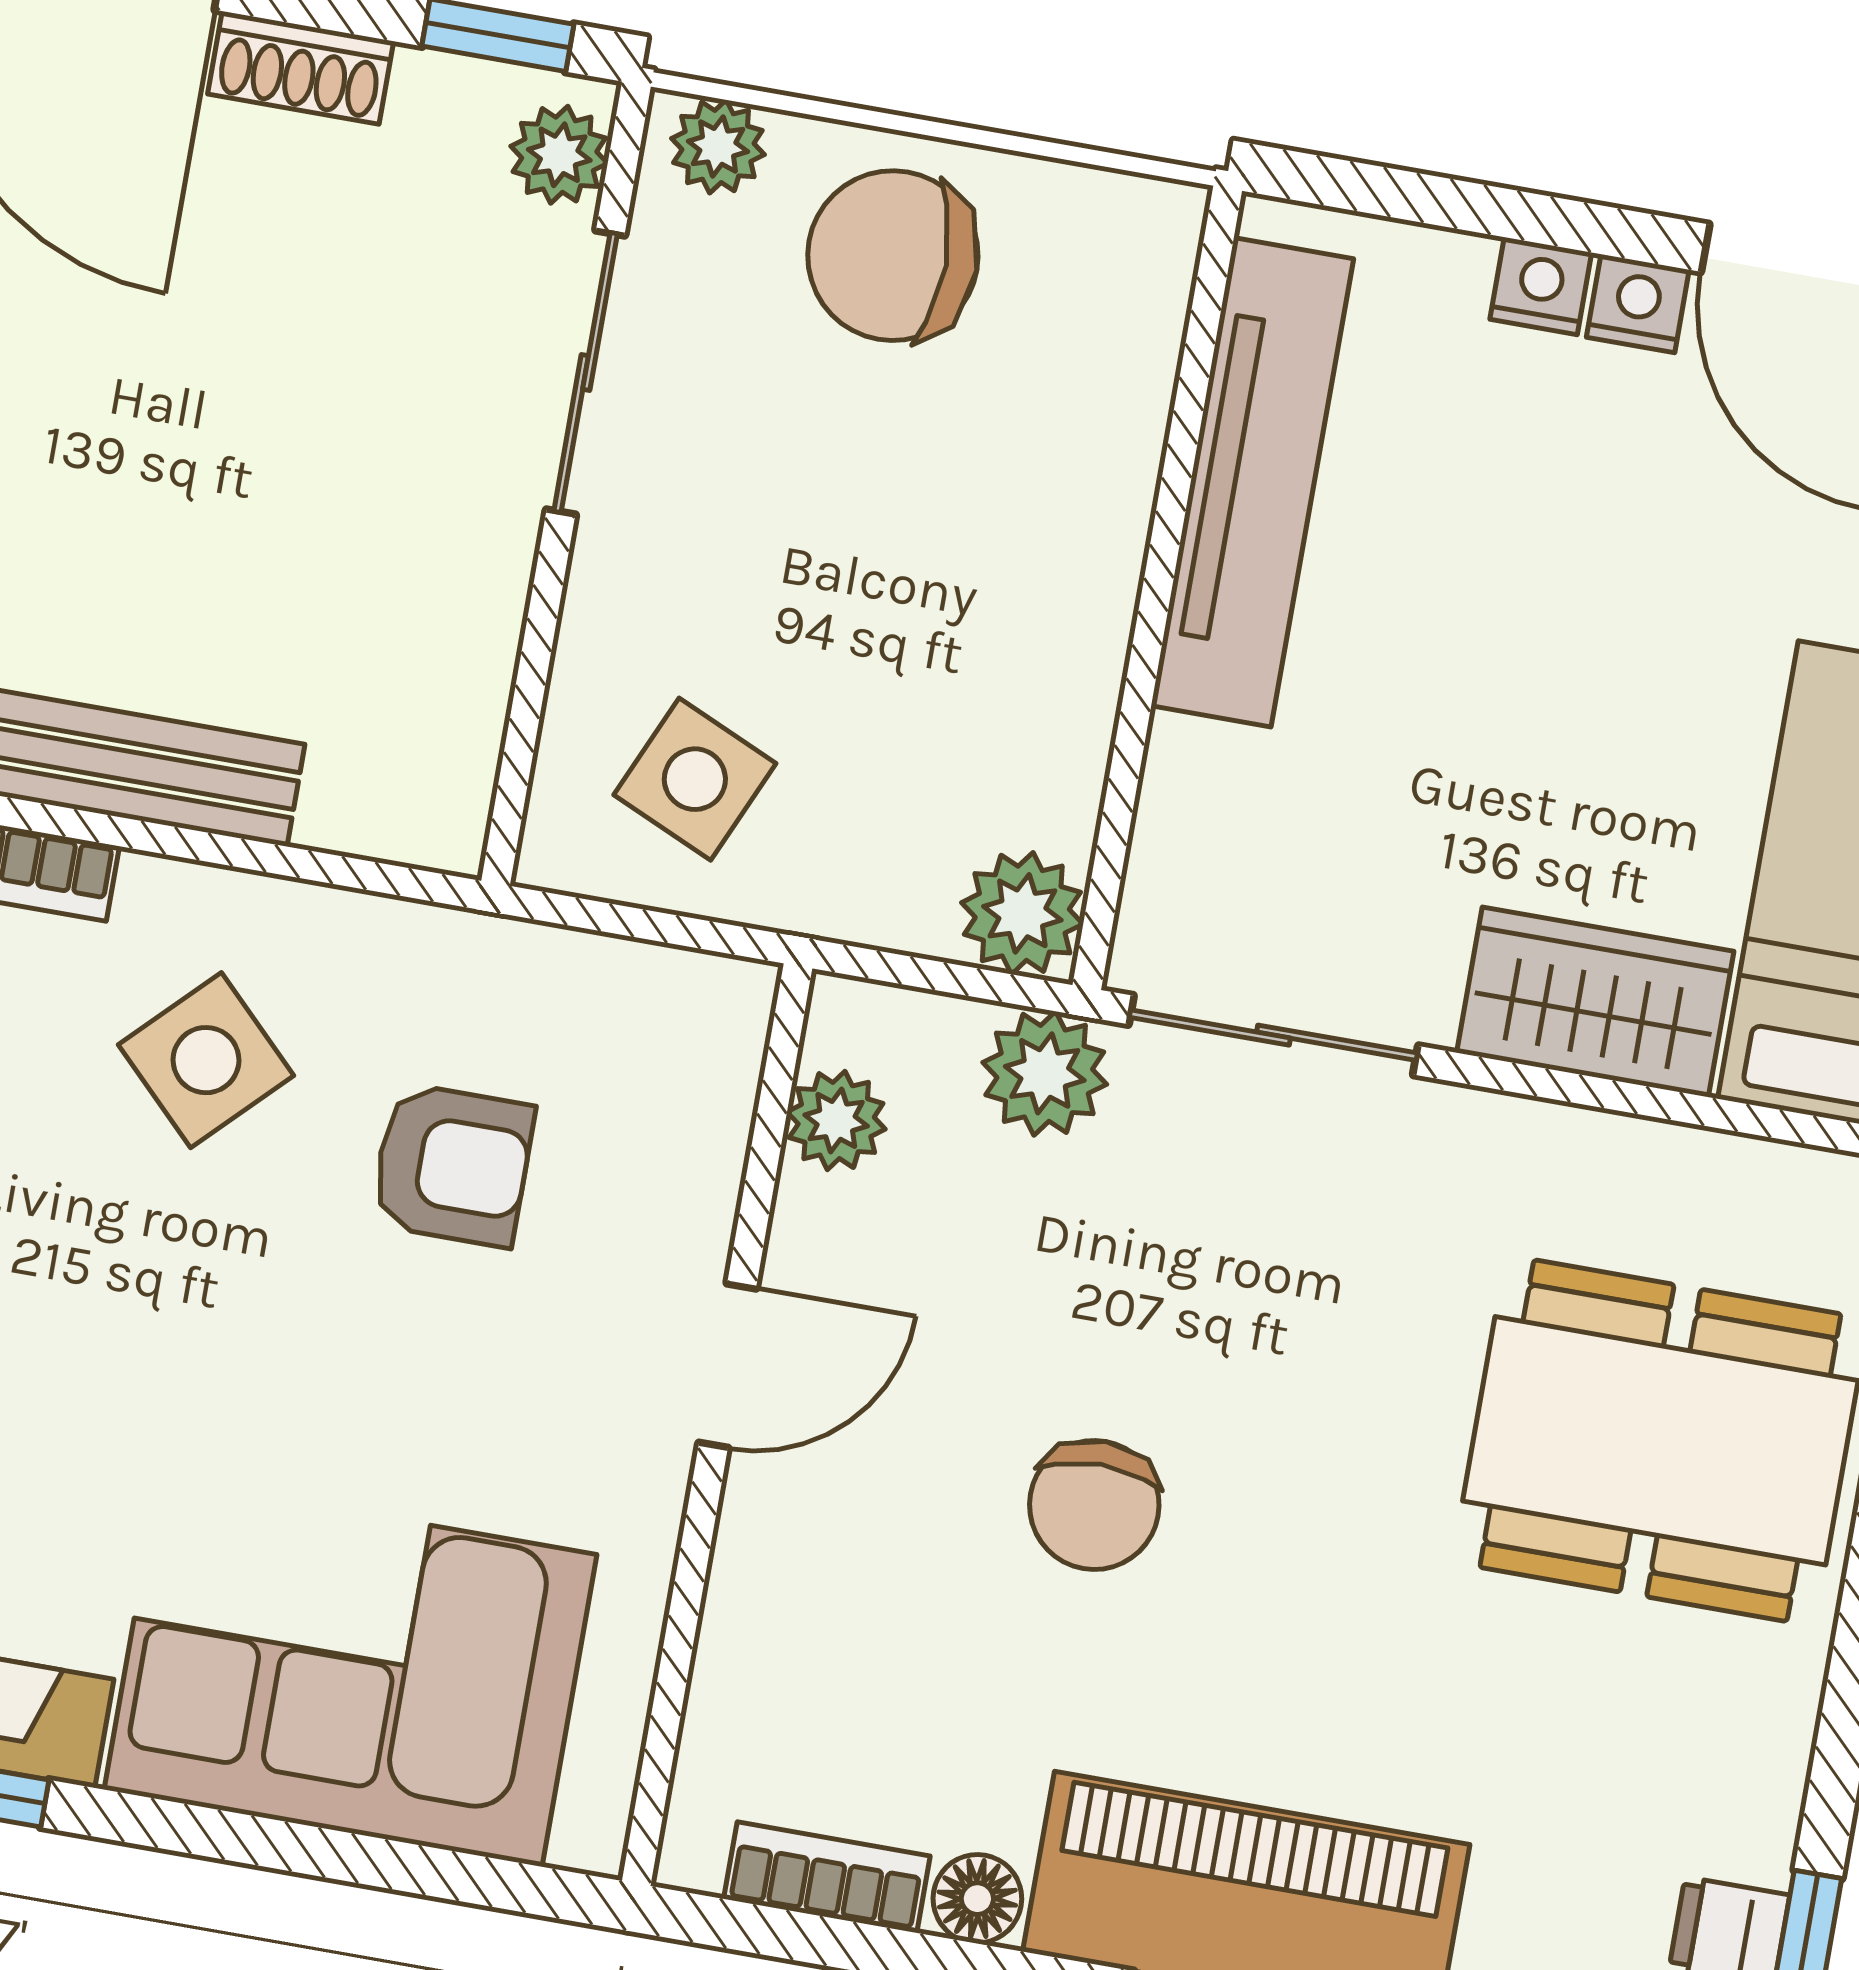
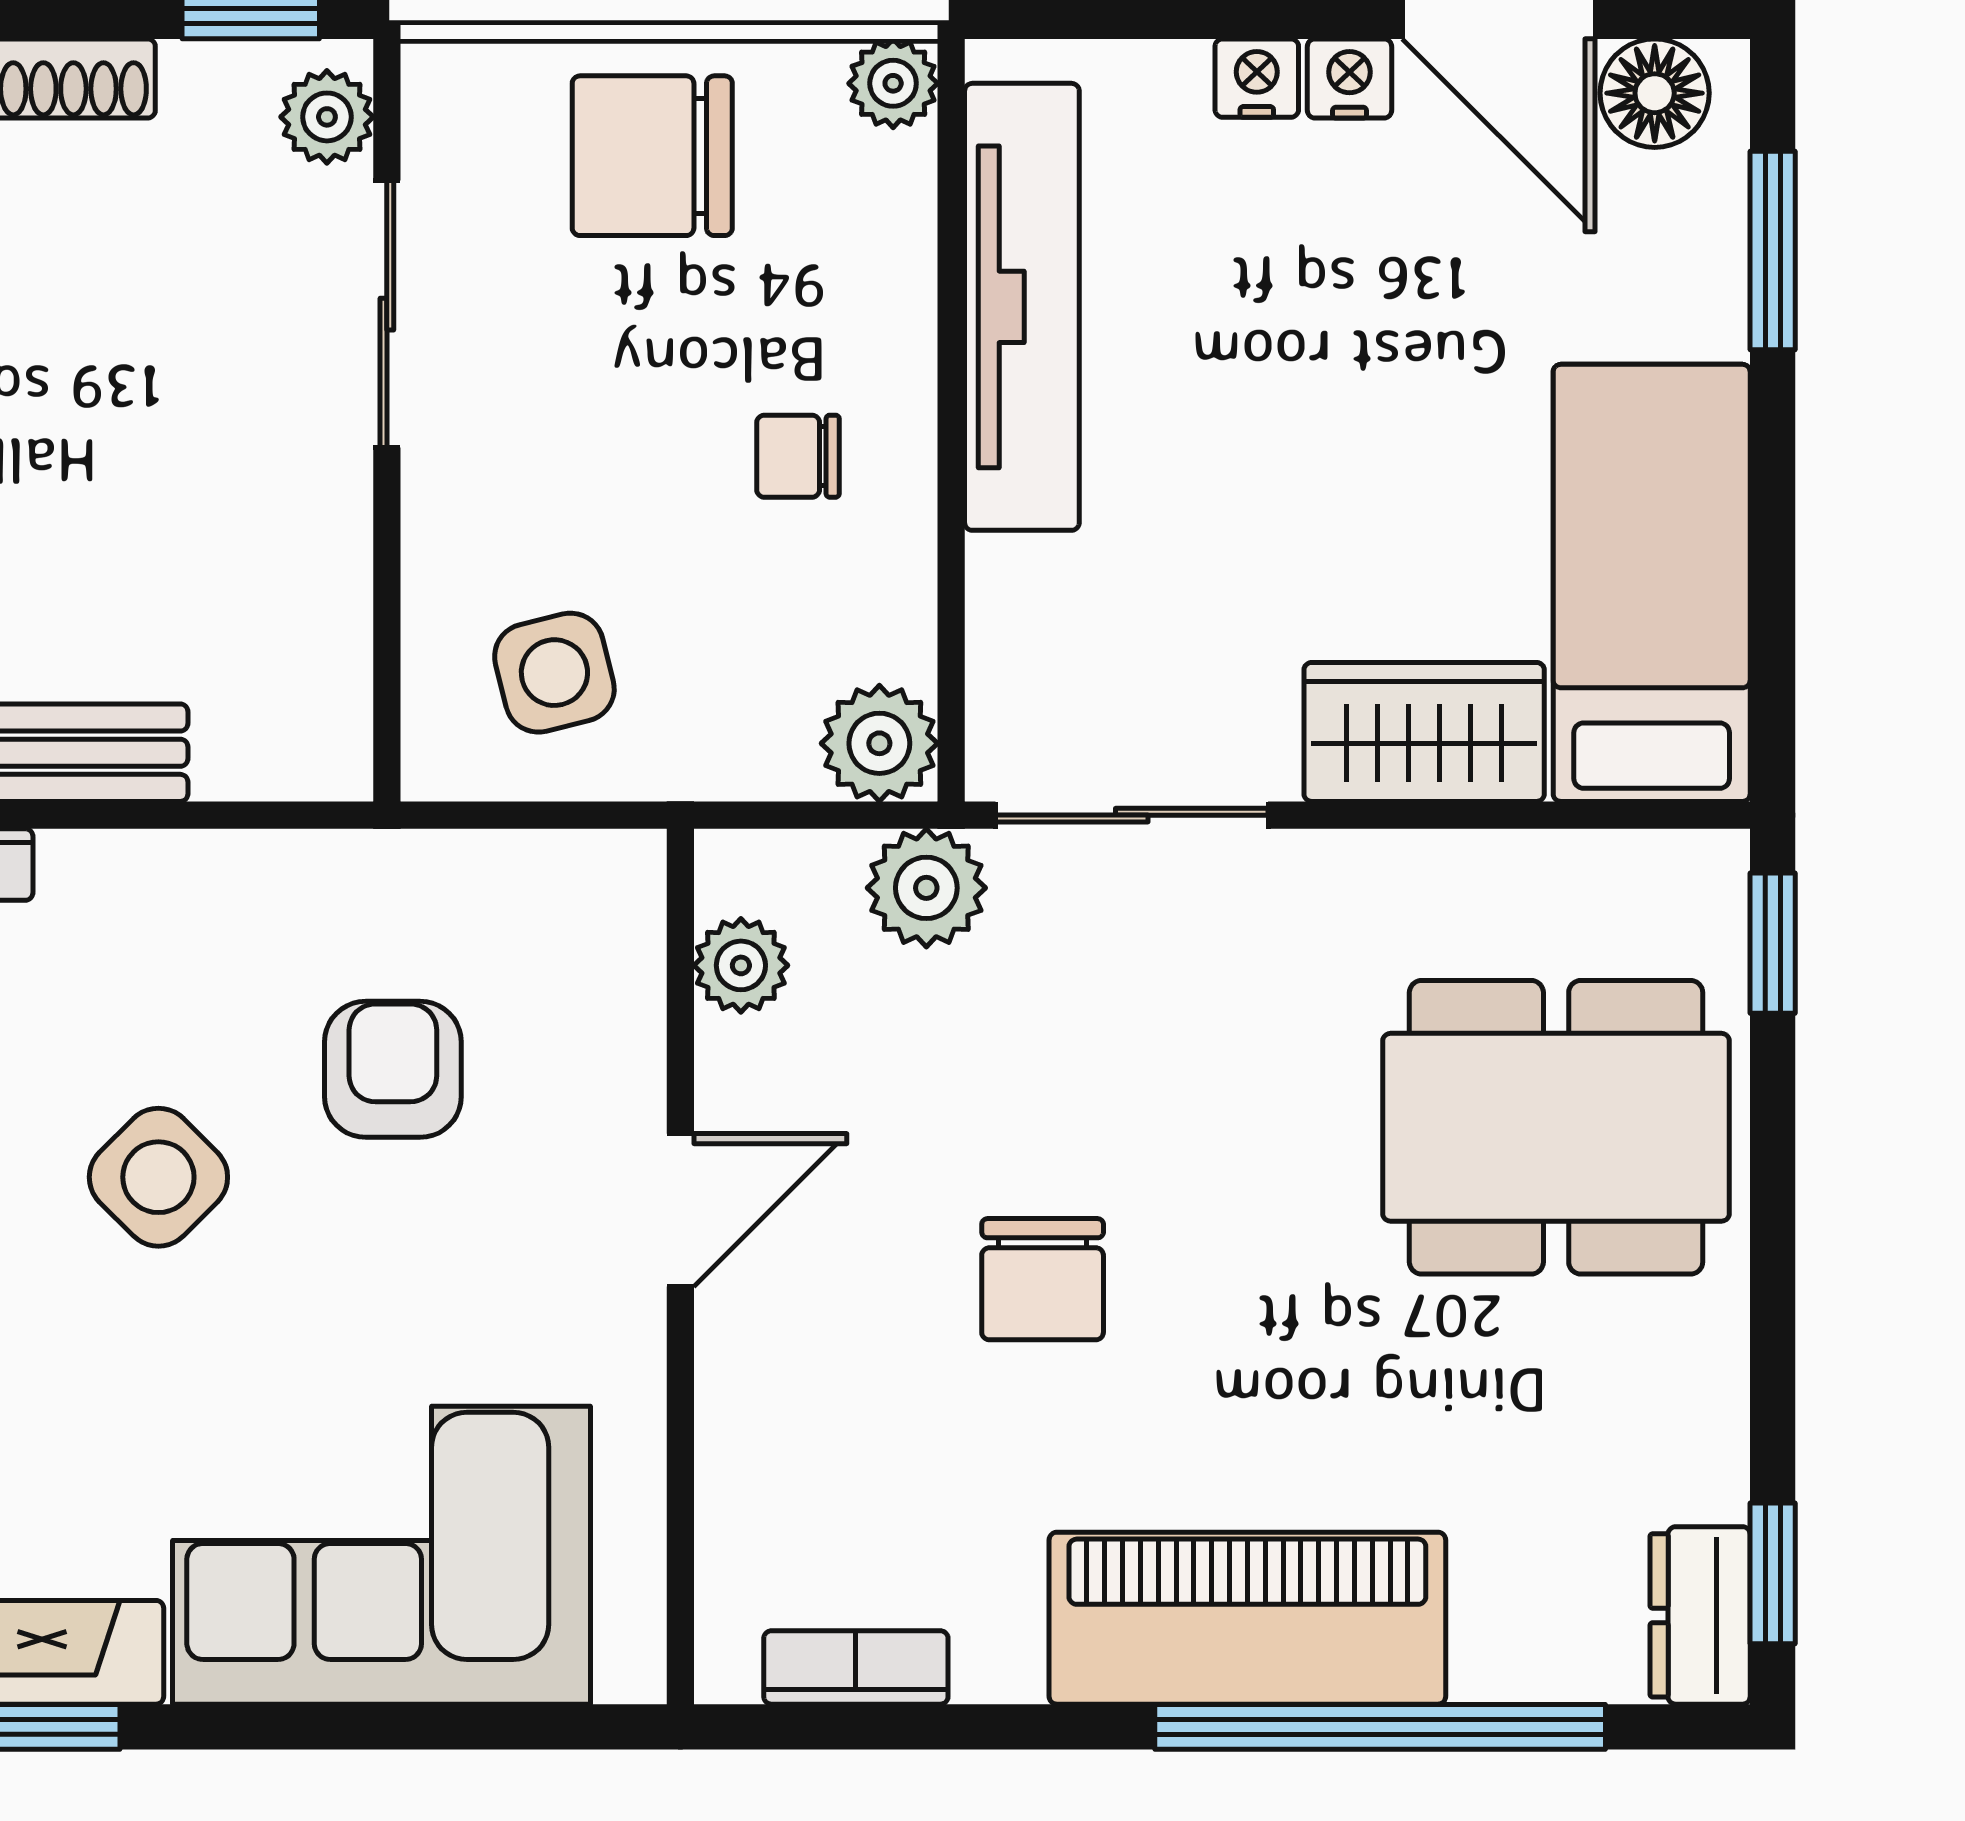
plant: (718, 146) -> (893, 83), moved
chair: (990, 597) -> (798, 456), added
side table: (695, 779) -> (554, 673), turned -38
side table: (206, 1060) -> (158, 1177), moved
armchair: (452, 1165) -> (393, 1069), turned -90
floor lamp: (977, 1899) -> (999, 1663), removed

